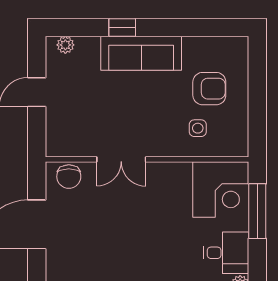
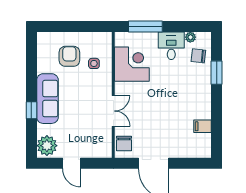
plant: (65, 45) -> (47, 146), width x1.88, depth x1.88
chair: (69, 177) -> (124, 143), turned 90
corner desk: (221, 189) -> (132, 64), moved

